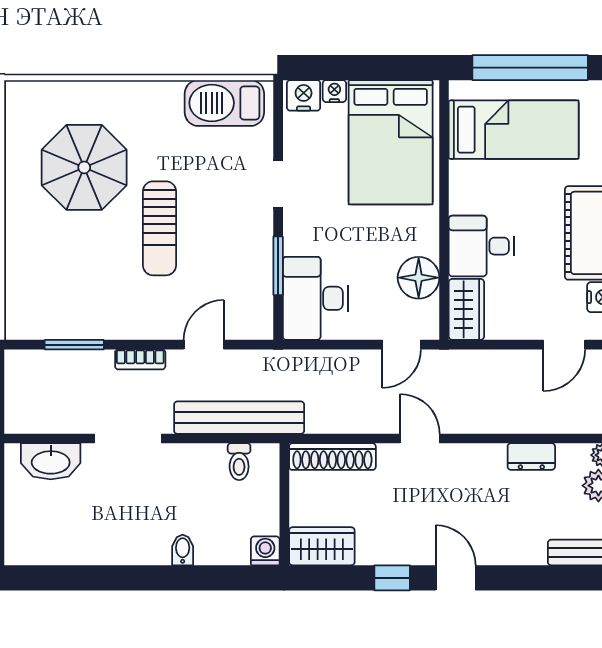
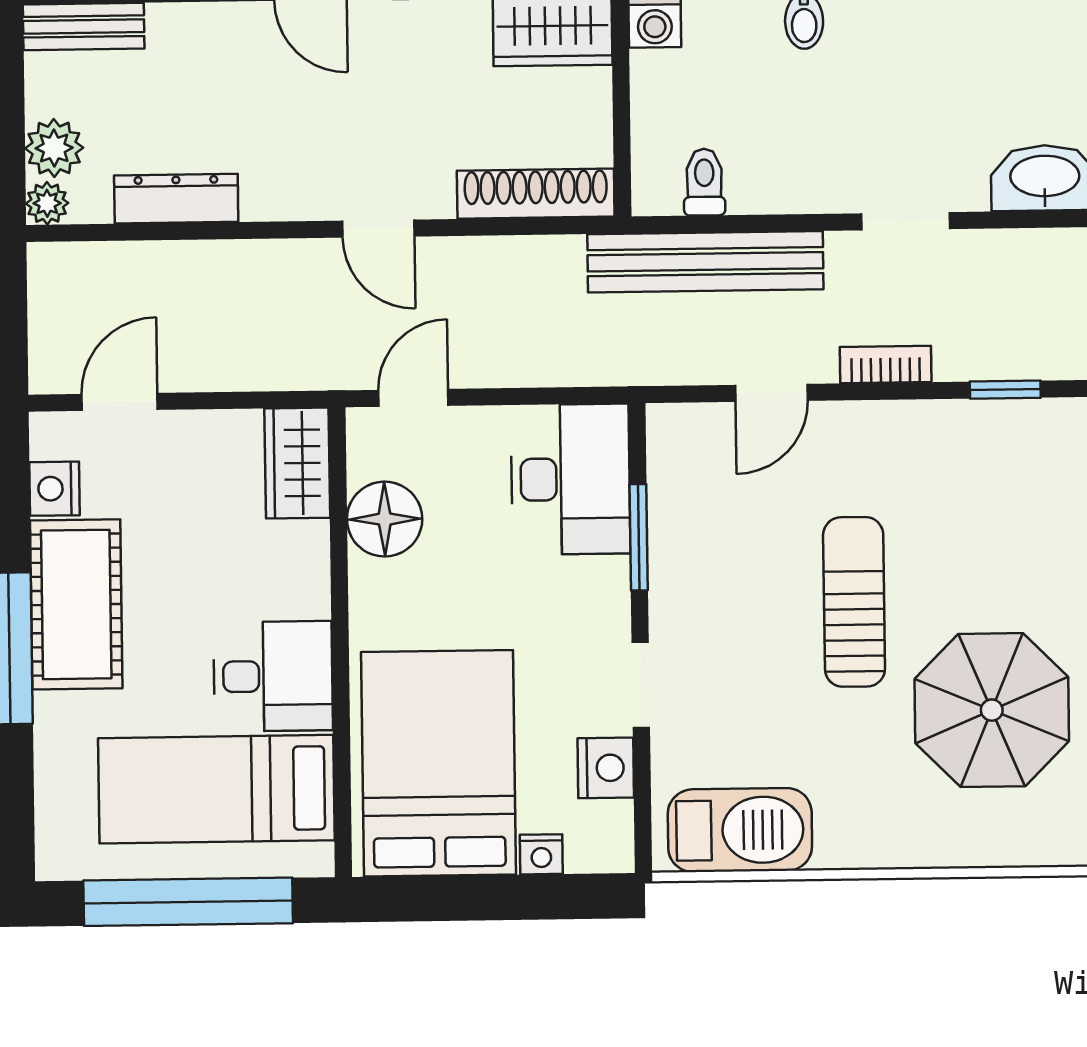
nightstand: (304, 95) -> (606, 768), moved, turned -90
desk: (481, 246) -> (273, 676), moved
window: (74, 345) -> (1005, 390), width x0.67
doorway: (128, 438) -> (906, 221), width x0.73
dresser: (531, 457) -> (176, 199), width x1.44

